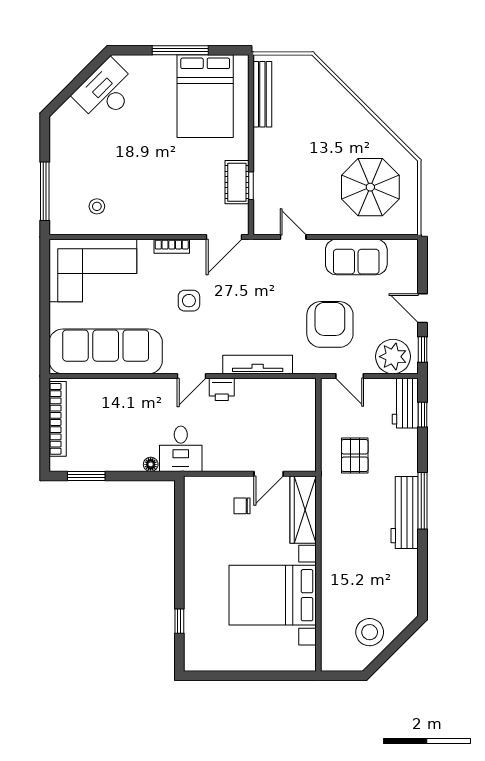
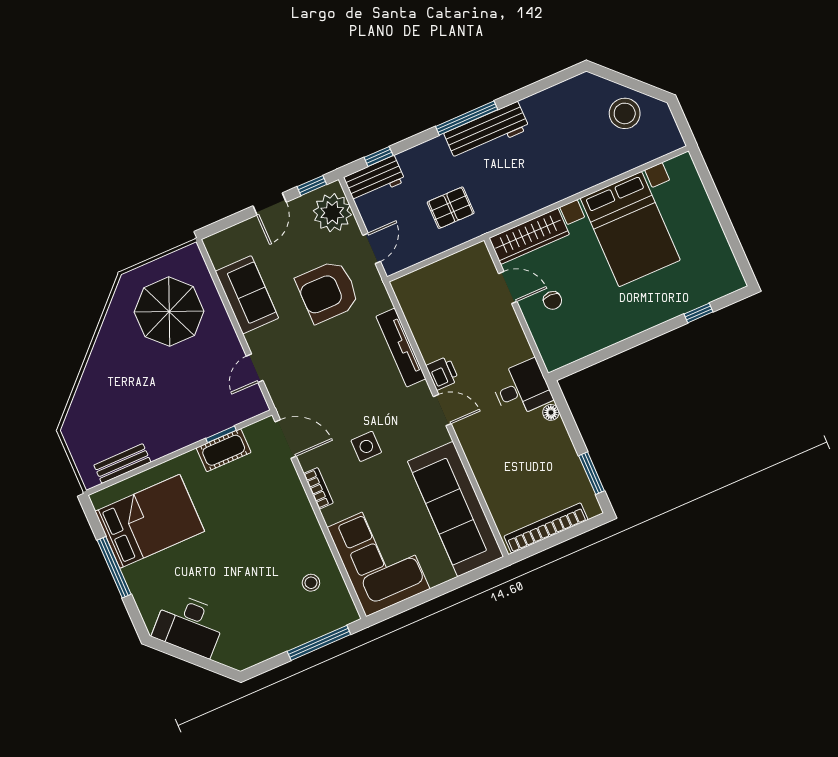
bench: (262, 94) -> (122, 464), width x0.73

